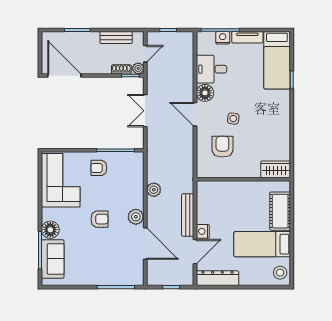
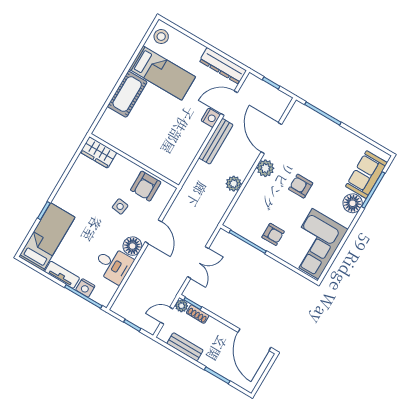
wardrobe: (276, 169) -> (98, 152), moved
wall: (243, 179) -> (134, 161), moved

